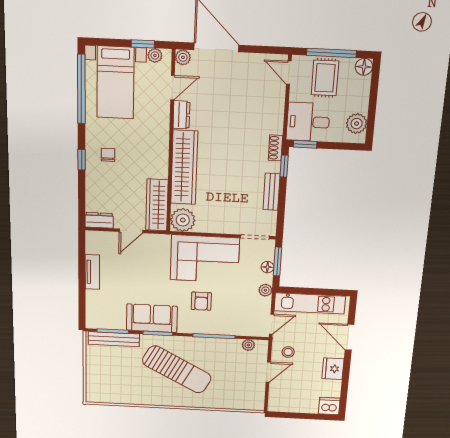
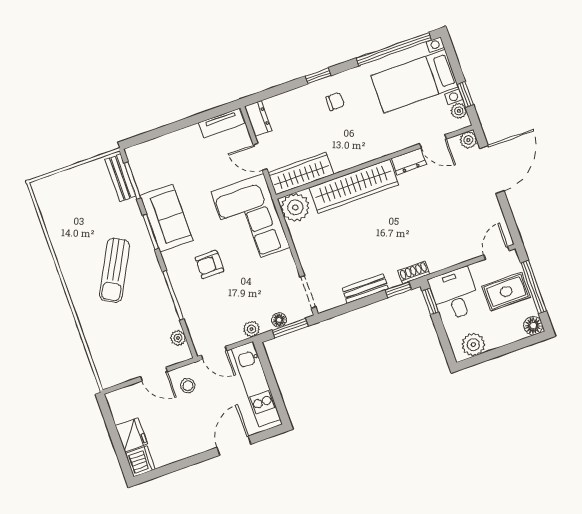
corner sofa: (205, 259) -> (250, 220), moved
tv unit: (92, 272) -> (222, 123), moved
bench: (114, 339) -> (120, 178), width x0.73
sun lounger: (177, 369) -> (114, 270), width x0.73, depth x0.75
fridge: (333, 369) -> (131, 435), moved, turned 90

